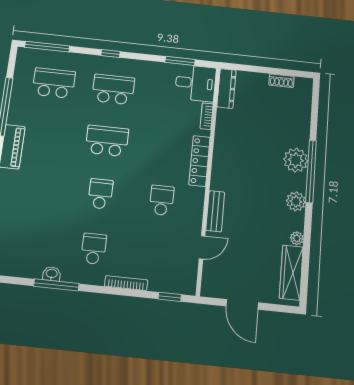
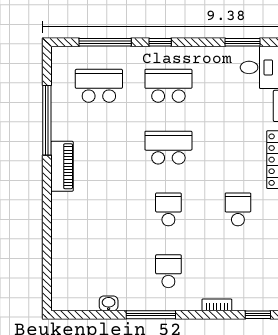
window: (47, 47) -> (105, 42), moved
washbasin: (52, 274) -> (109, 303), moved
bookcase: (126, 283) -> (217, 305), width x0.64
window: (56, 285) -> (151, 315), moved

